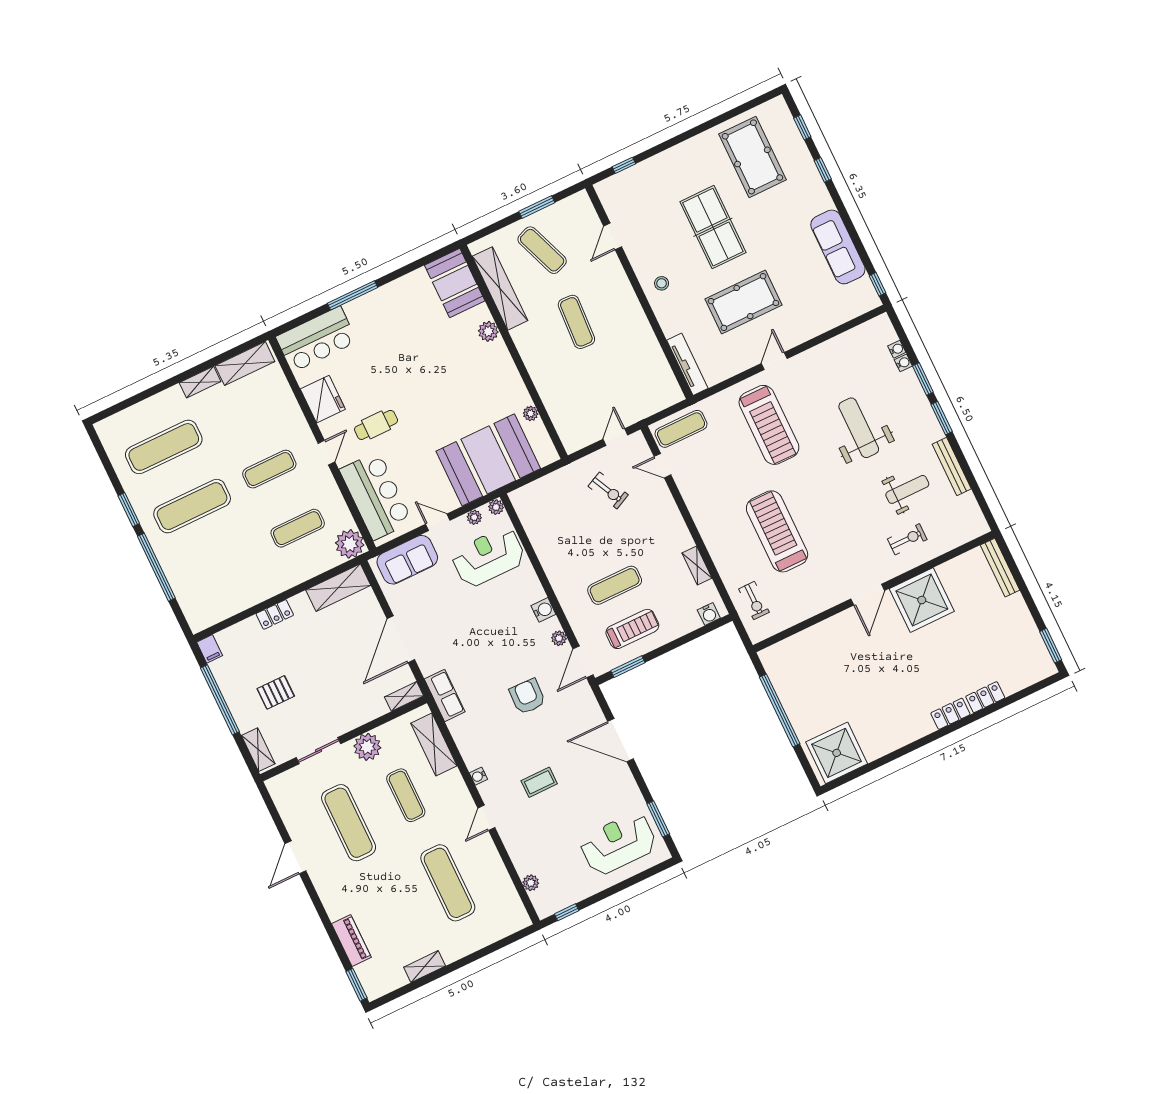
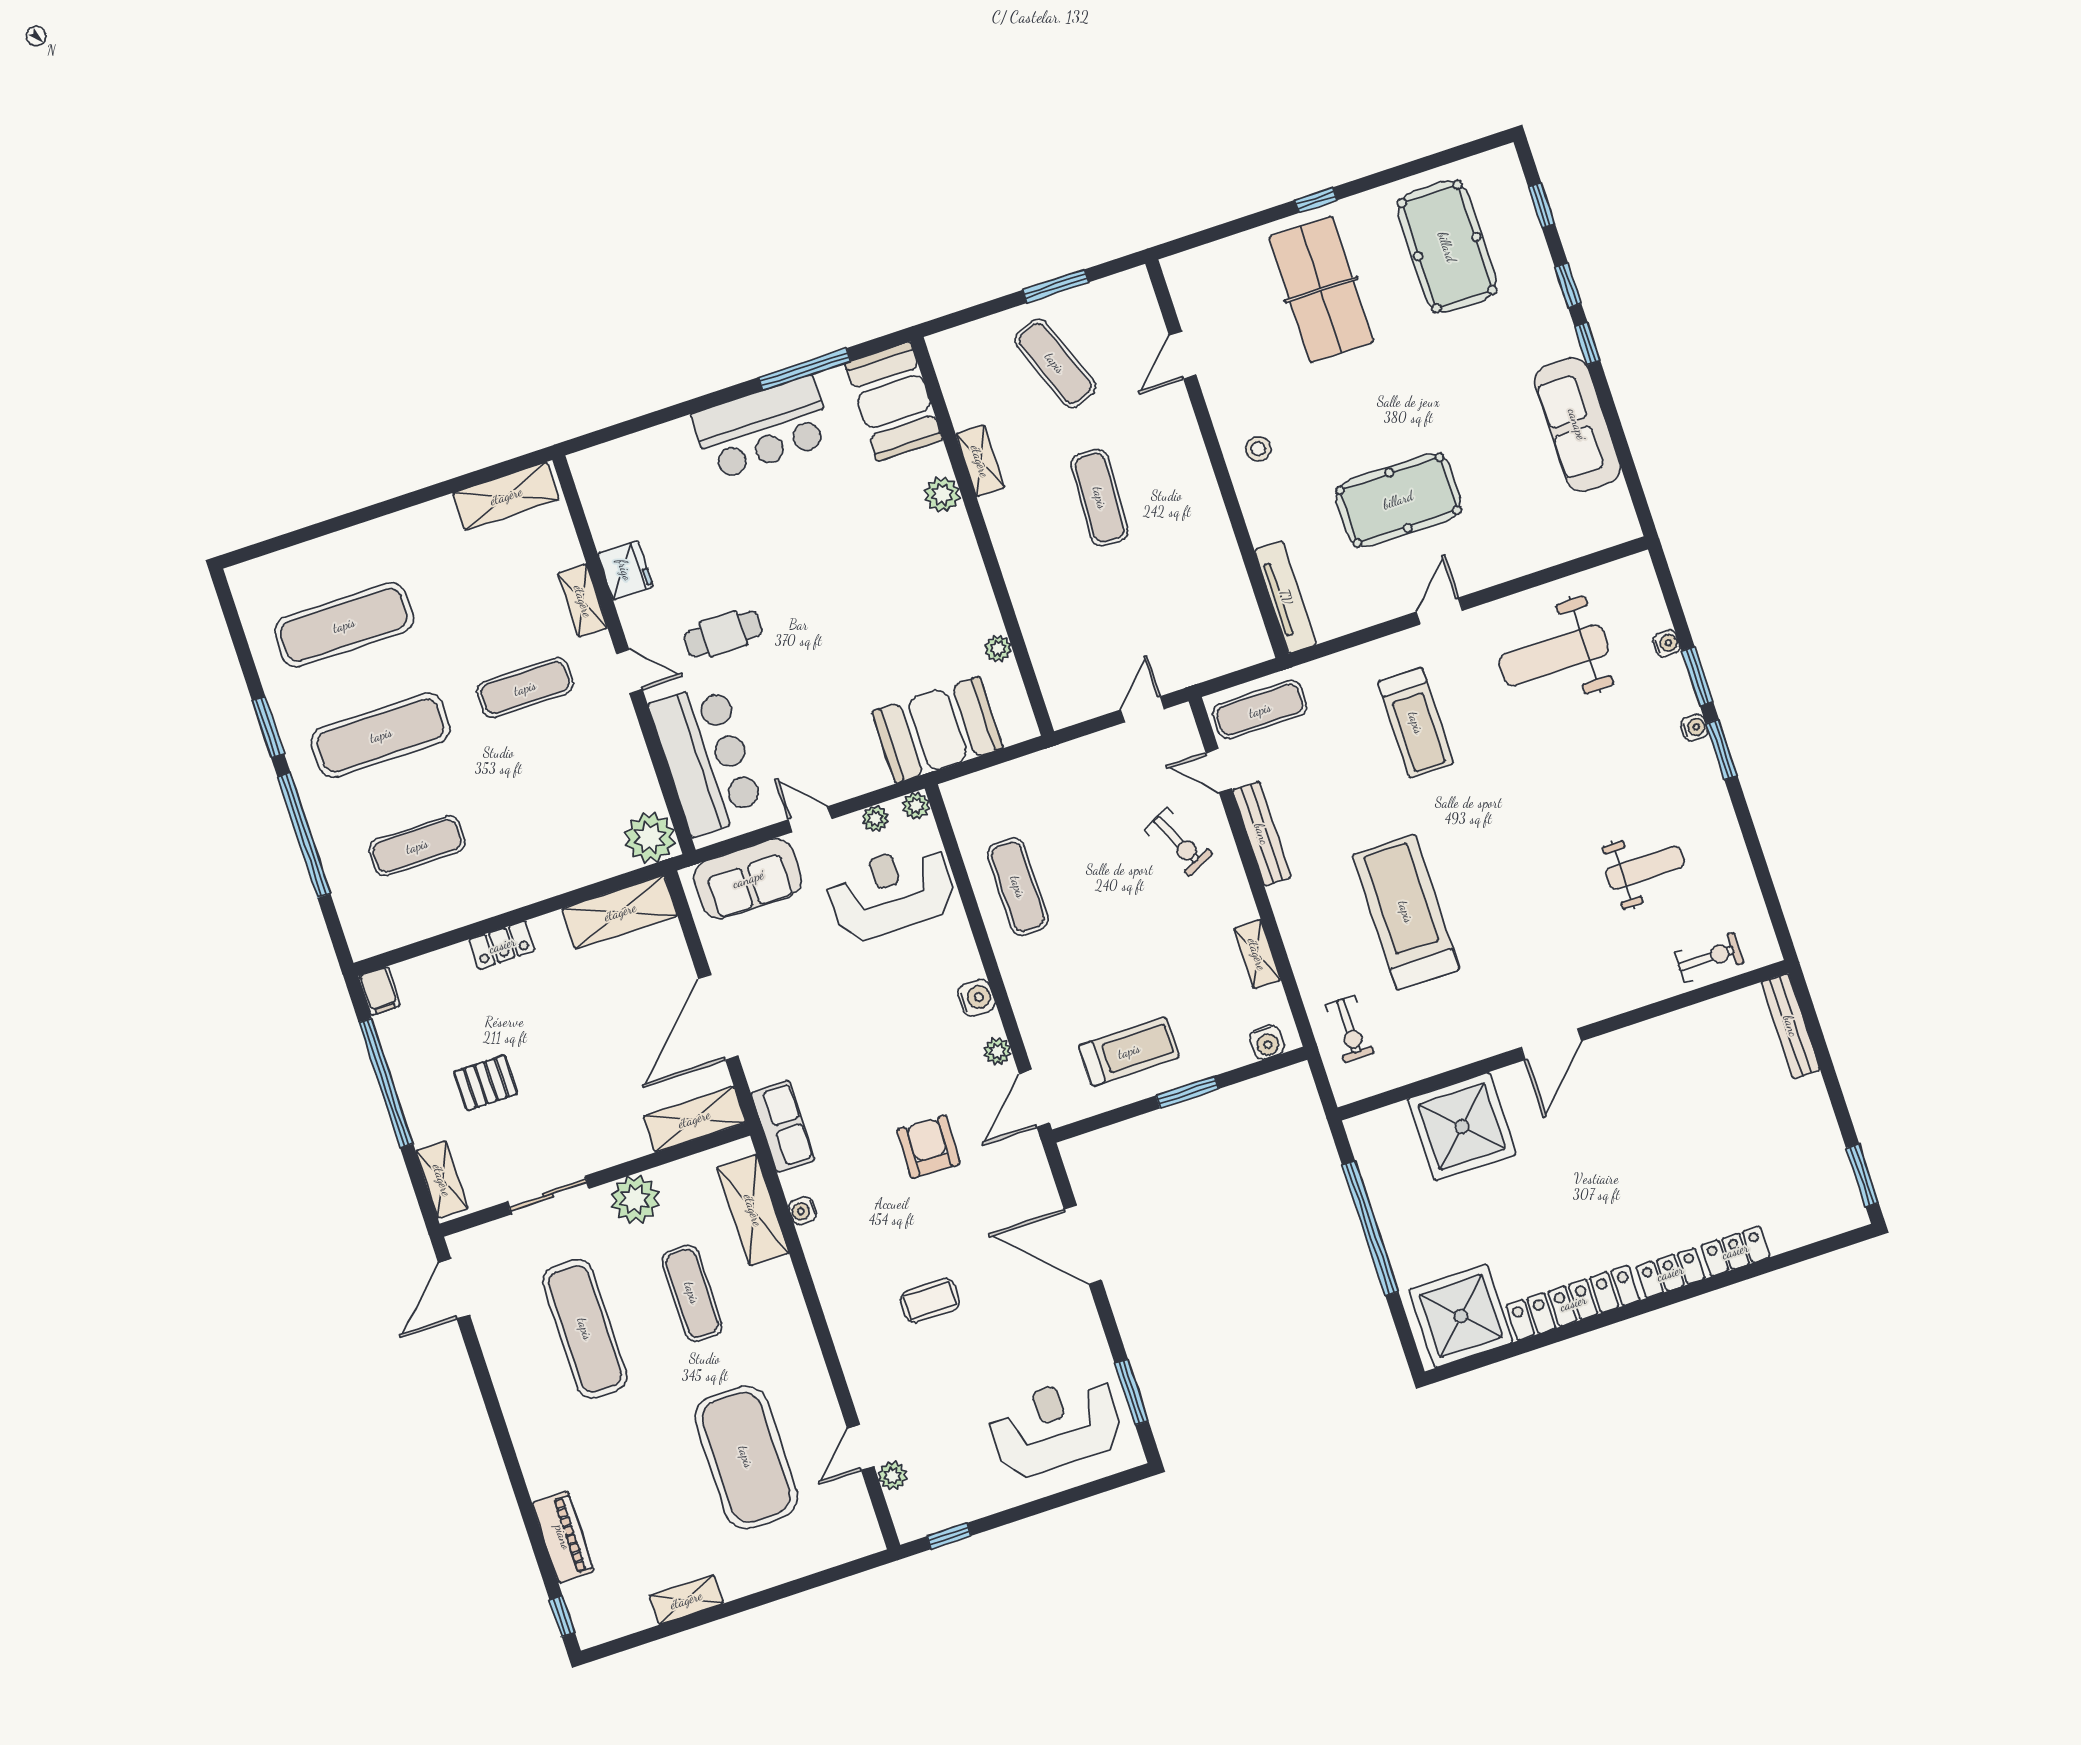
window: (624, 165) -> (1316, 200), moved
table tennis table: (713, 227) -> (1321, 289), moved
window: (877, 284) -> (1587, 344), moved
shelving: (500, 288) -> (980, 461), width x0.45, depth x0.75
window: (352, 295) -> (805, 369), moved
bar counter: (316, 339) -> (763, 428), moved
water cooler: (897, 349) -> (1694, 728), moved
shelving: (200, 382) -> (583, 601), moved, turned 90
fridge: (323, 399) -> (625, 570), width x0.73, depth x0.75
treadmill: (769, 425) -> (1416, 723), width x0.73, depth x0.73
weight bench: (859, 428) -> (1554, 655), moved, turned -90
door: (326, 453) -> (629, 672), hinge flipped
booth: (488, 460) -> (938, 730), width x0.73, depth x0.70
bench: (952, 467) -> (1262, 834), moved
exercise bike: (608, 490) -> (1178, 842), moved
exercise mat: (298, 528) -> (417, 846), moved
exercise bike: (907, 539) -> (1709, 958), moved
exercise mat: (615, 585) -> (1018, 887), moved, turned 90
shower: (922, 600) -> (1462, 1127), moved
window: (628, 667) -> (1187, 1092), moved
shelving: (404, 696) -> (694, 1119), width x1.50, depth x1.33
locker: (898, 737) -> (1573, 1303), added
water cooler: (478, 776) -> (803, 1211), moved
door: (486, 818) -> (861, 1447), moved
door: (295, 857) -> (454, 1289), moved
exercise mat: (448, 883) -> (746, 1457), width x1.47
window: (356, 985) -> (562, 1616), width x0.67

